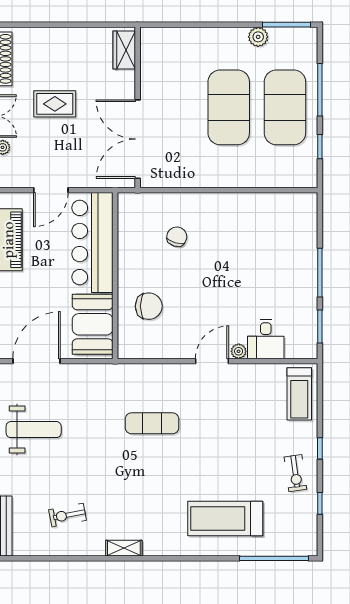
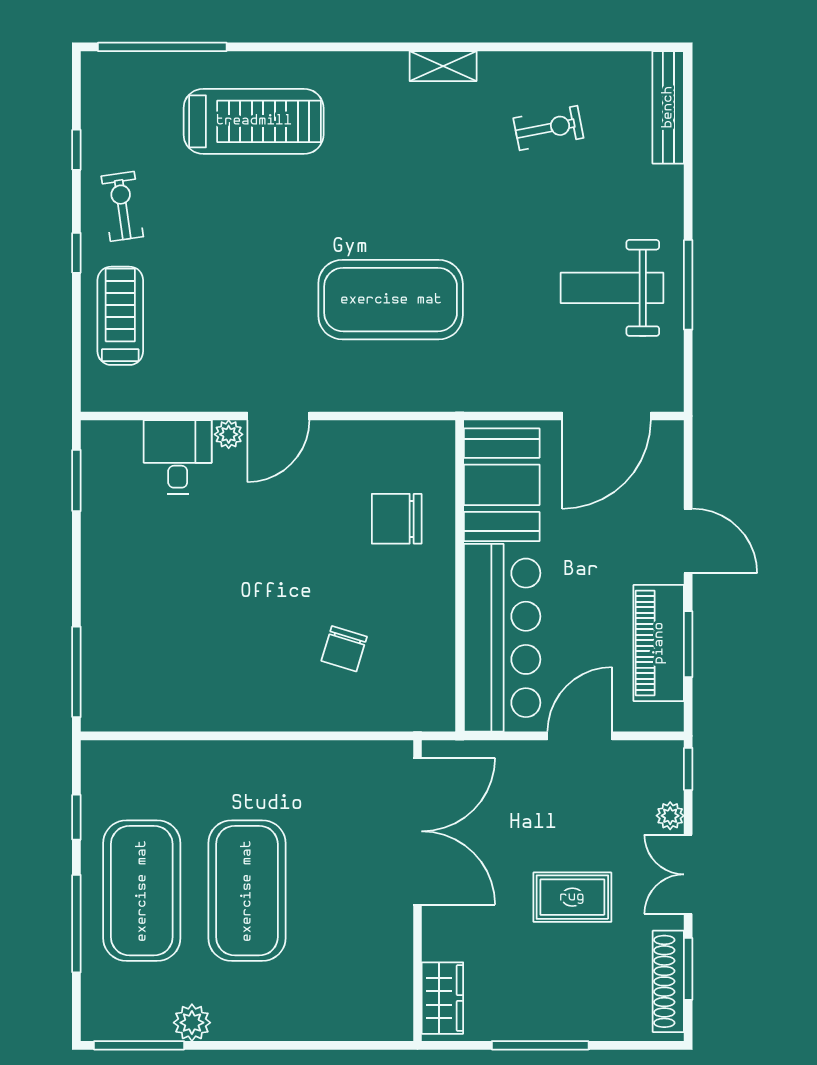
window: (72, 25) -> (540, 1045), added
window: (320, 273) -> (76, 672), moved
treadmill: (299, 394) -> (120, 316), moved
exercise mat: (152, 423) -> (391, 300), width x2.00, depth x1.45

